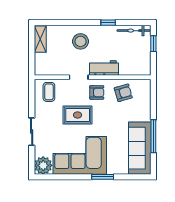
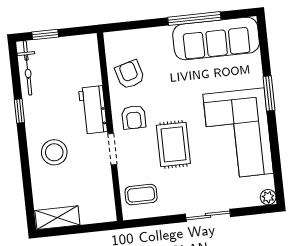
armchair: (97, 92) -> (134, 117), turned 180
plant: (43, 165) -> (268, 197), width x0.53, depth x0.53

